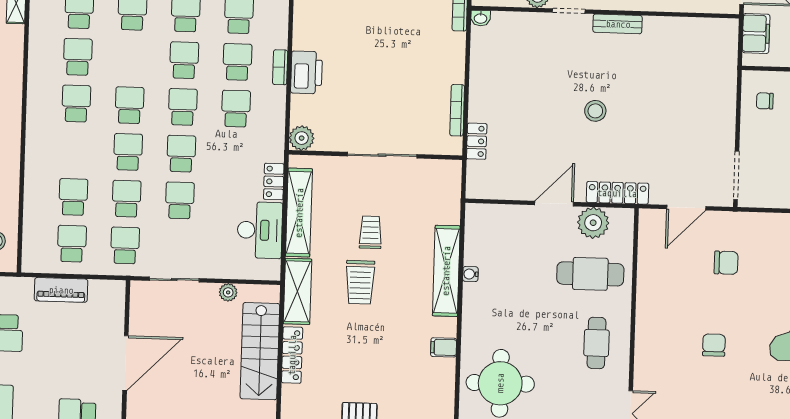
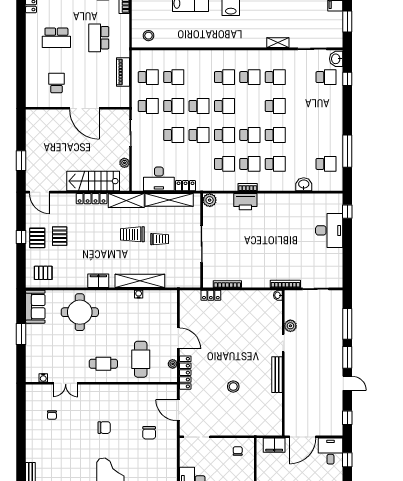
bench: (618, 24) -> (277, 375), width x1.36
stool: (595, 111) -> (233, 387), moved
plant: (593, 223) -> (173, 364), width x0.53, depth x0.53
filing cabinet: (444, 347) -> (98, 281), width x2.00

